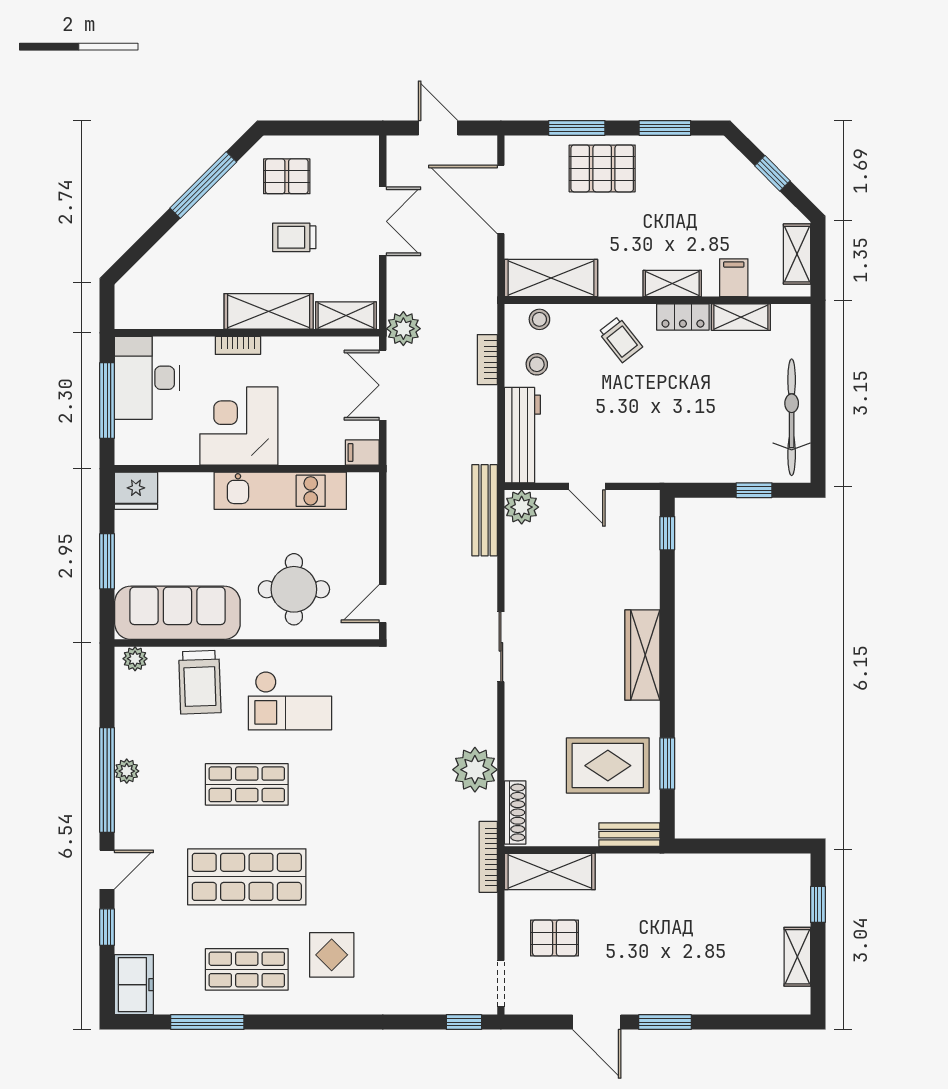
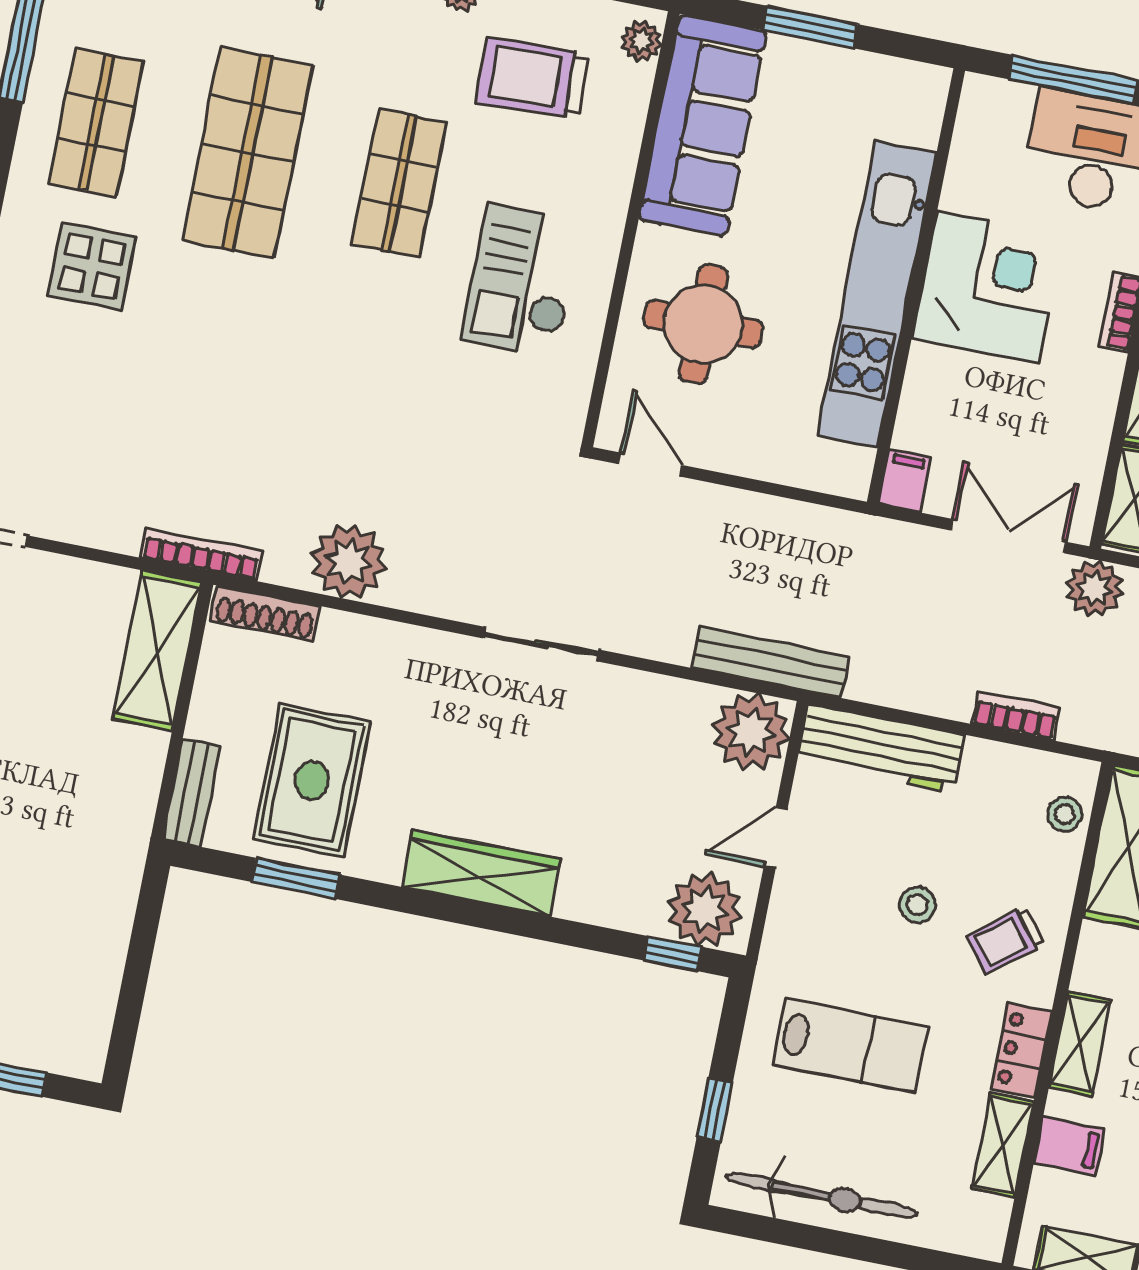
stool: (537, 364) -> (917, 905), moved
lab bench: (700, 418) -> (850, 1046), added
fridge: (136, 491) -> (916, 98), removed
kitchen unit: (280, 491) -> (877, 294), width x1.36
plant: (522, 507) -> (751, 732), width x1.36, depth x1.36
plant: (638, 520) -> (704, 910), added
trolley: (200, 682) -> (532, 78), moved
pallet: (555, 938) -> (47, 637), removed

